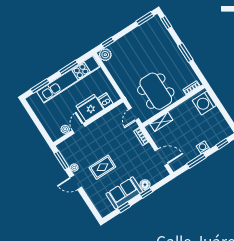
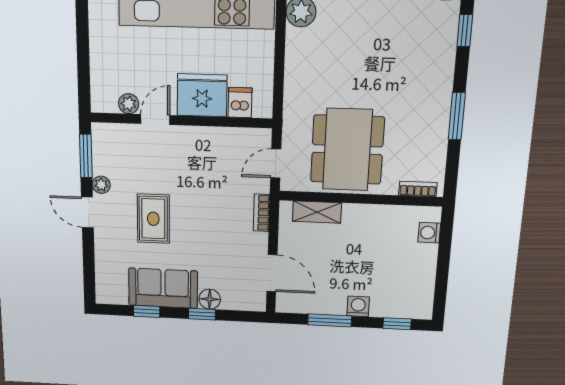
washing machine: (204, 103) -> (429, 233), width x0.53, depth x0.53
rug: (102, 167) -> (153, 219), turned 90

